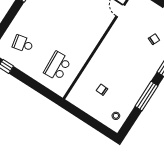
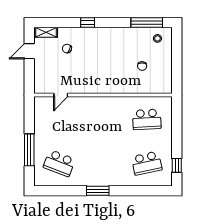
school desk: (23, 44) -> (147, 163), width x1.85
window: (146, 96) -> (147, 22), moved

